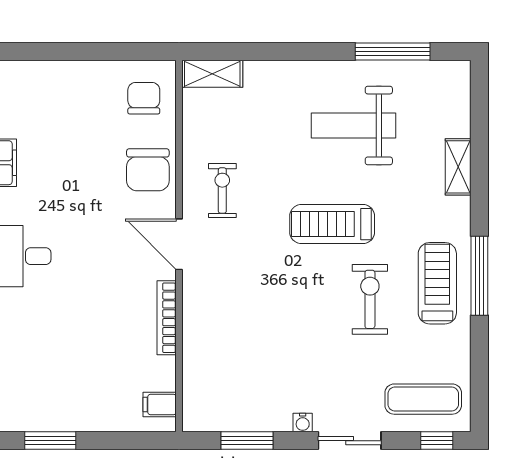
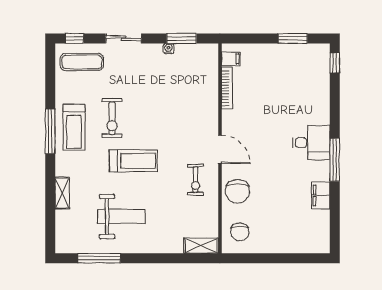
chair: (148, 170) -> (238, 191), turned 180
bookcase: (167, 318) -> (227, 88), moved
water cooler: (303, 423) -> (168, 49), moved

